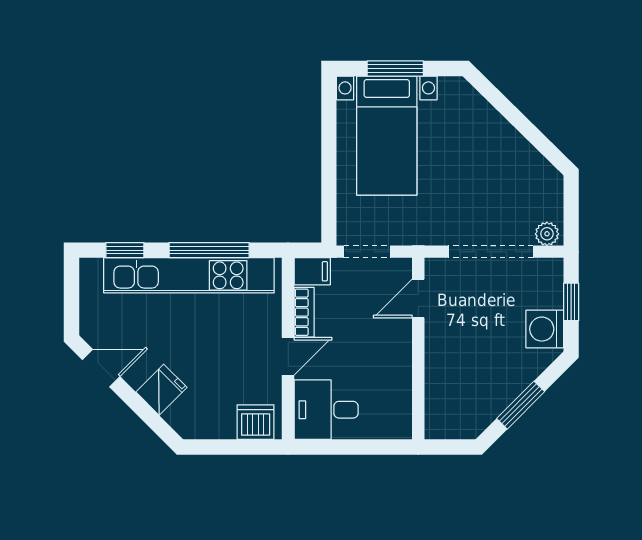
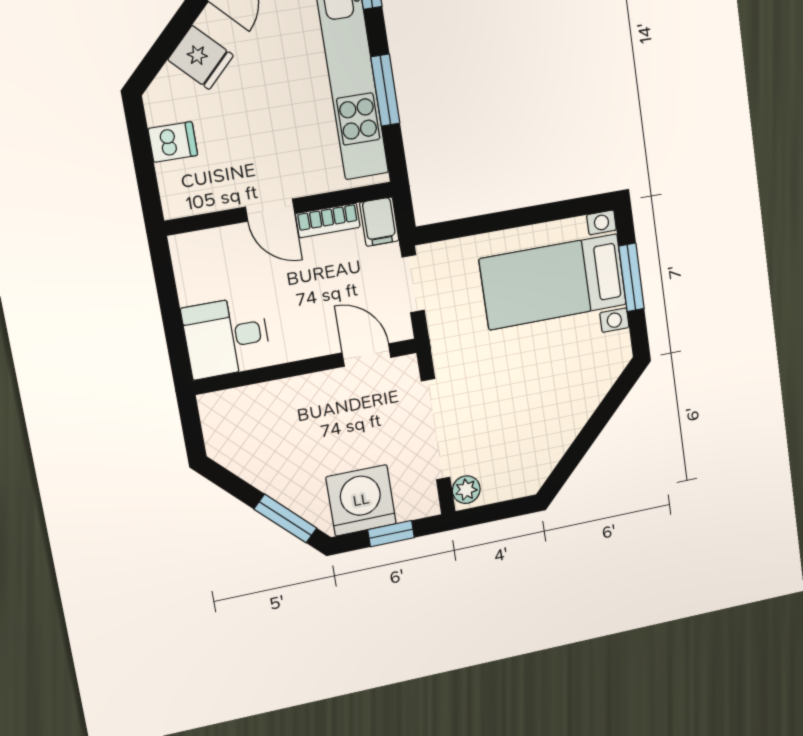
window: (209, 250) -> (385, 90), width x0.69
washing machine: (545, 329) -> (361, 500), width x1.37, depth x1.37
window: (521, 405) -> (285, 519), moved
desk: (326, 410) -> (226, 337), moved, turned -90
dishwasher: (256, 422) -> (173, 142), moved, width x0.73

